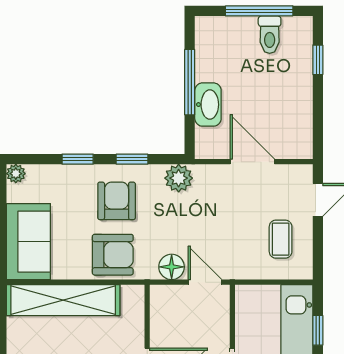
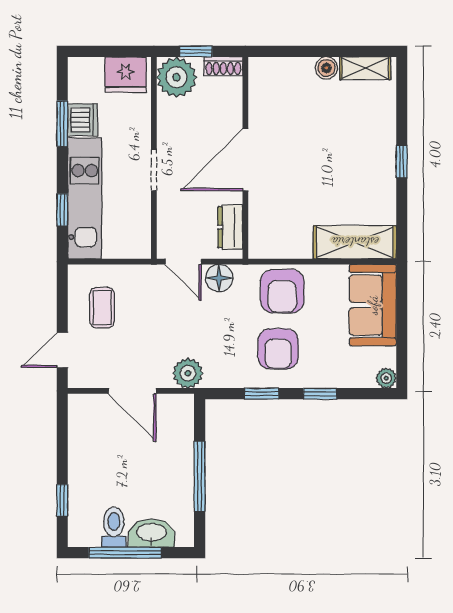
washbasin: (208, 105) -> (151, 533), moved, turned 90
plant: (179, 178) -> (188, 373), moved
armchair: (113, 255) -> (282, 291), turned -90
shelving: (63, 300) -> (355, 242), width x0.68
dresser: (161, 314) -> (230, 227), added

